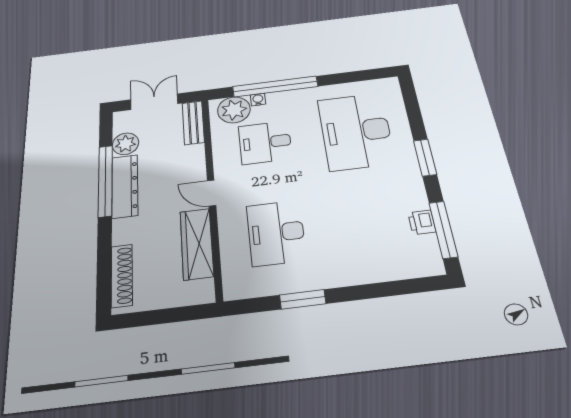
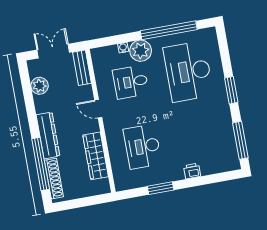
window: (275, 86) -> (169, 30), moved
plant: (234, 110) -> (141, 51), moved
window: (105, 181) -> (41, 164), moved
dresser: (125, 186) -> (48, 135), moved
door: (212, 193) -> (98, 109), moved
printer: (422, 222) -> (192, 171), moved, turned 90

